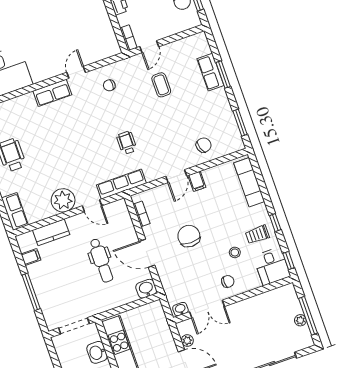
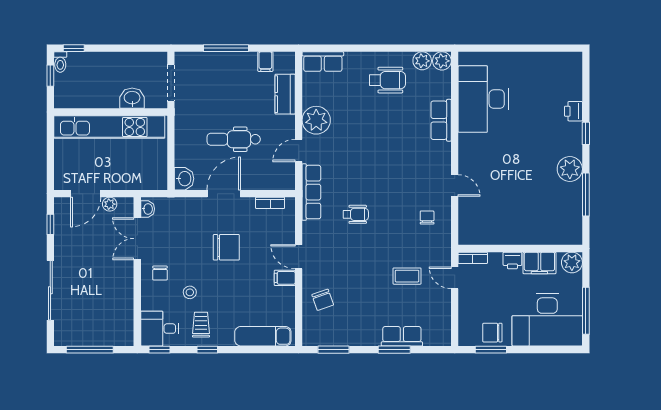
row of seats: (52, 93) -> (441, 120), moved
plant: (300, 320) -> (88, 339), removed

